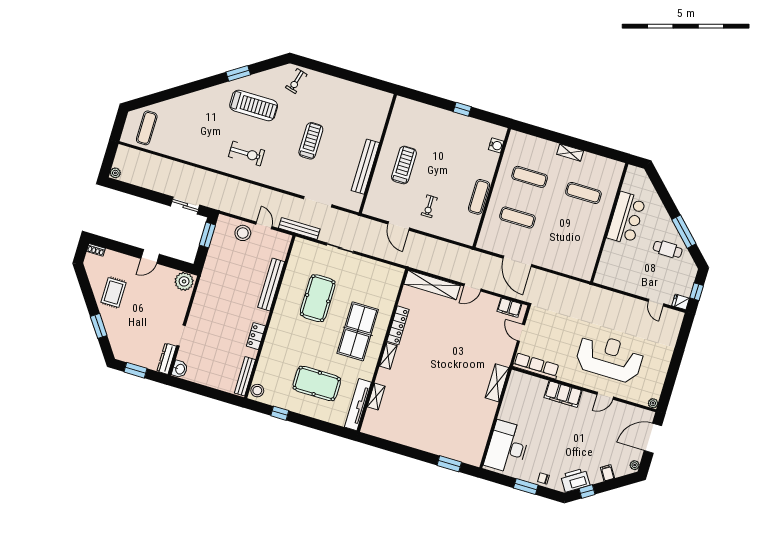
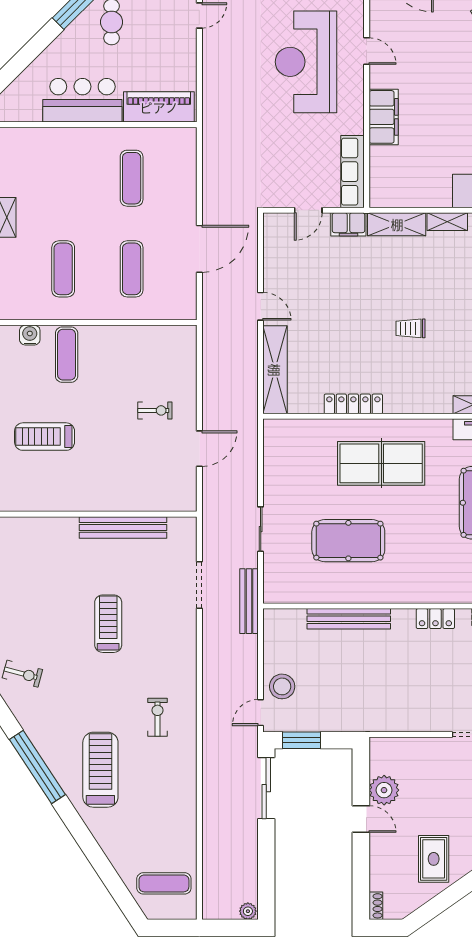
window: (238, 73) -> (37, 767), width x2.11
treadmill: (254, 106) -> (100, 770), moved
treadmill: (311, 141) -> (108, 624), turned 90
exercise bike: (247, 154) -> (157, 717), width x0.73, depth x0.72
treadmill: (404, 165) -> (45, 437), moved
exercise mat: (583, 193) -> (132, 178), moved
exercise mat: (479, 197) -> (67, 355), moved, turned 90
sliding door: (185, 206) -> (266, 788), width x1.37
door: (264, 225) -> (261, 713), moved
piano: (609, 262) -> (159, 107), added
plant: (184, 281) -> (384, 790), moved
rug: (114, 292) -> (434, 859), turned 90
filing cabinet: (509, 308) -> (348, 224), moved, turned 90
shelving: (388, 356) -> (447, 222), moved
trolley: (433, 373) -> (410, 328), added

